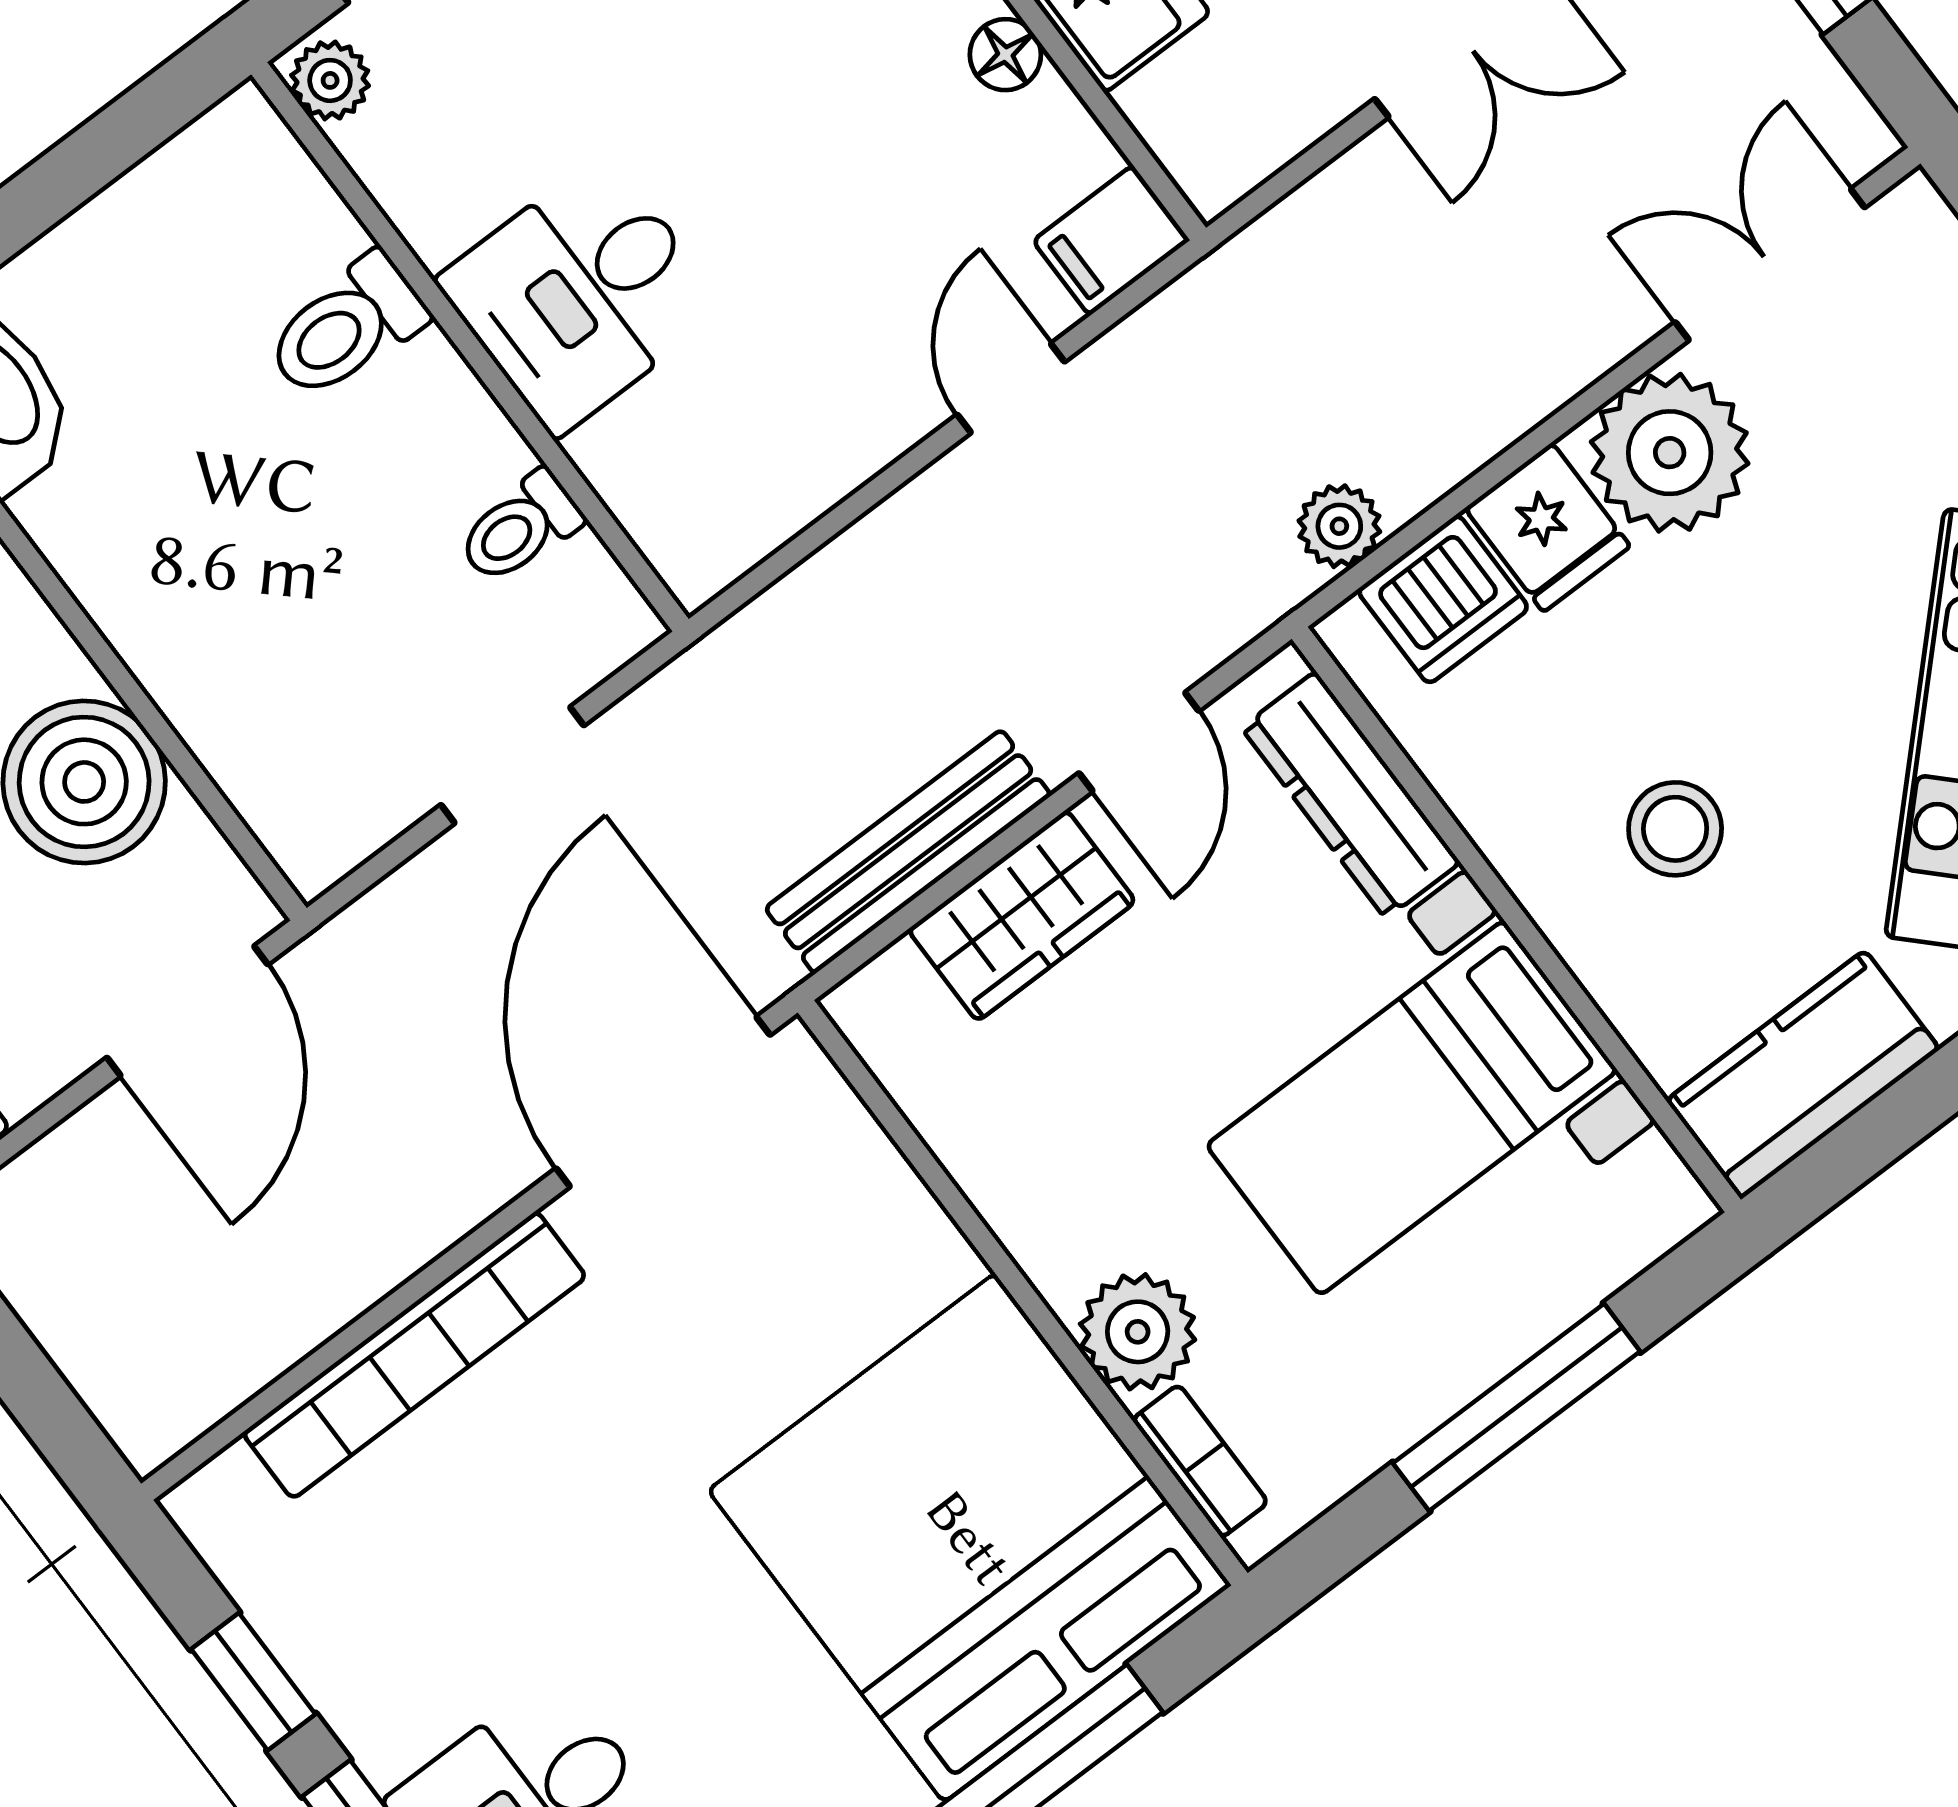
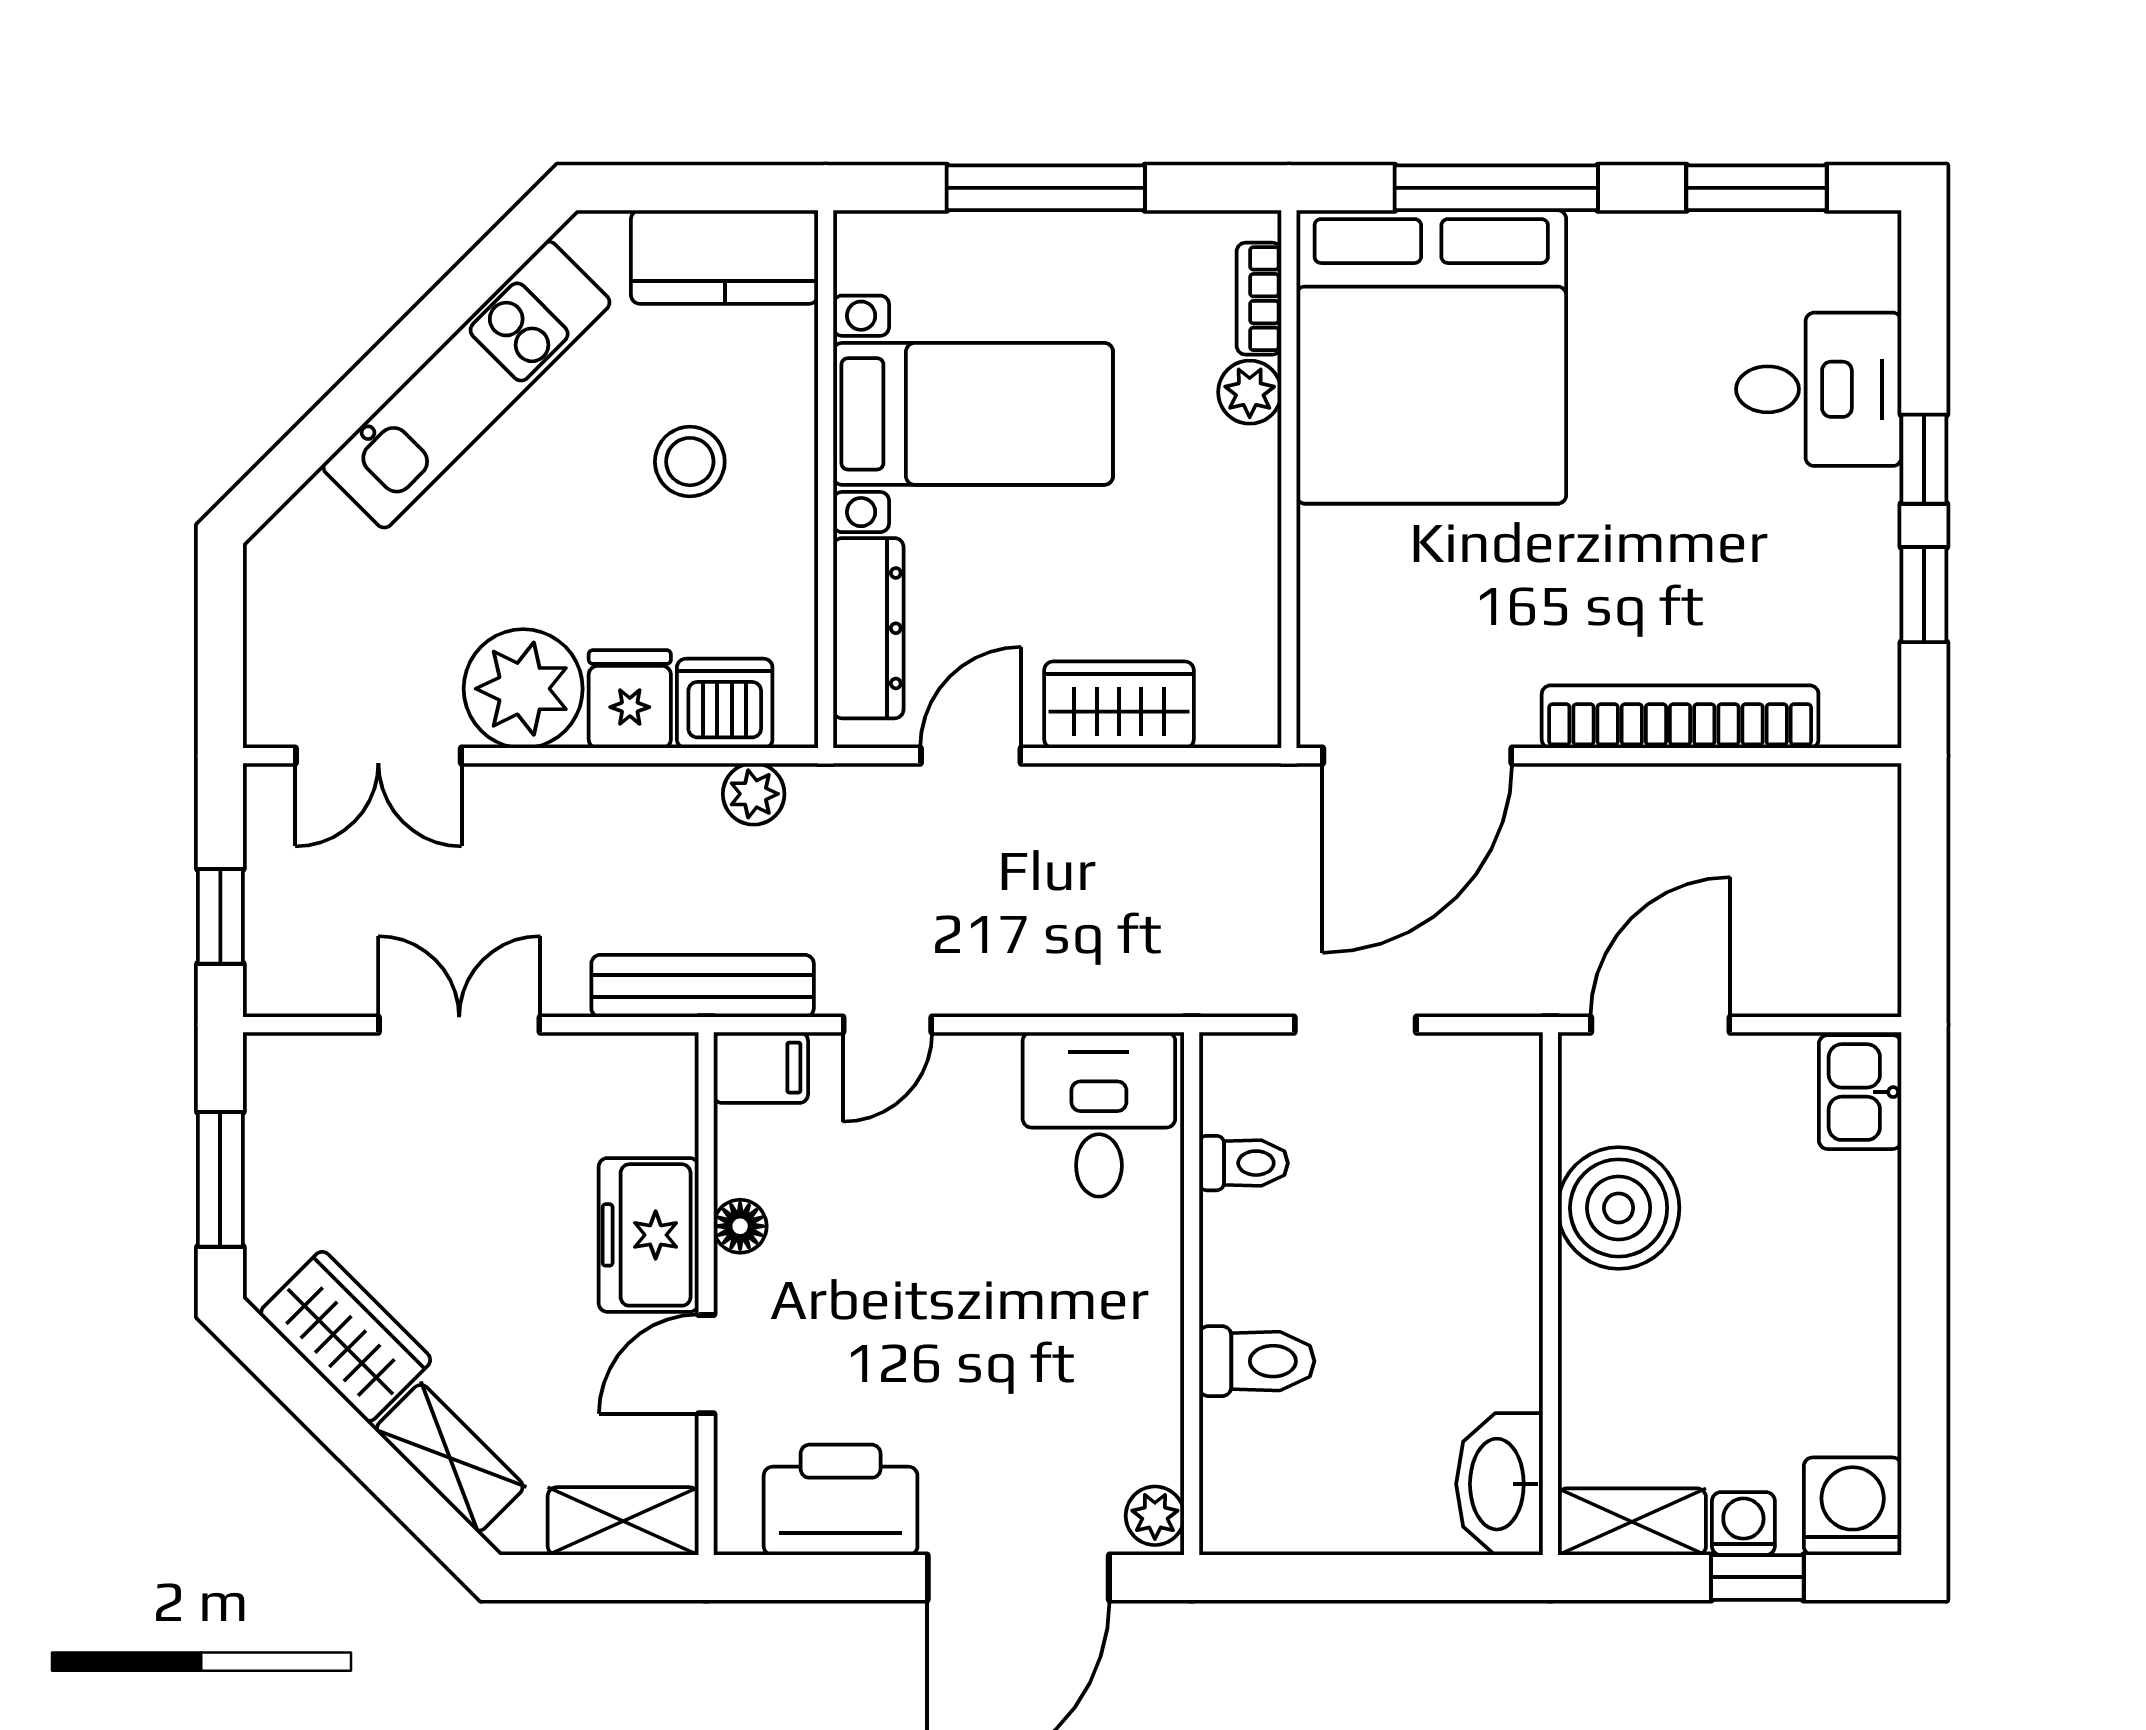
desk: (581, 295) -> (1099, 1114), moved, turned -90
bench: (908, 852) -> (703, 986), moved
plant: (1138, 1332) -> (1250, 392), width x0.73, depth x0.73

